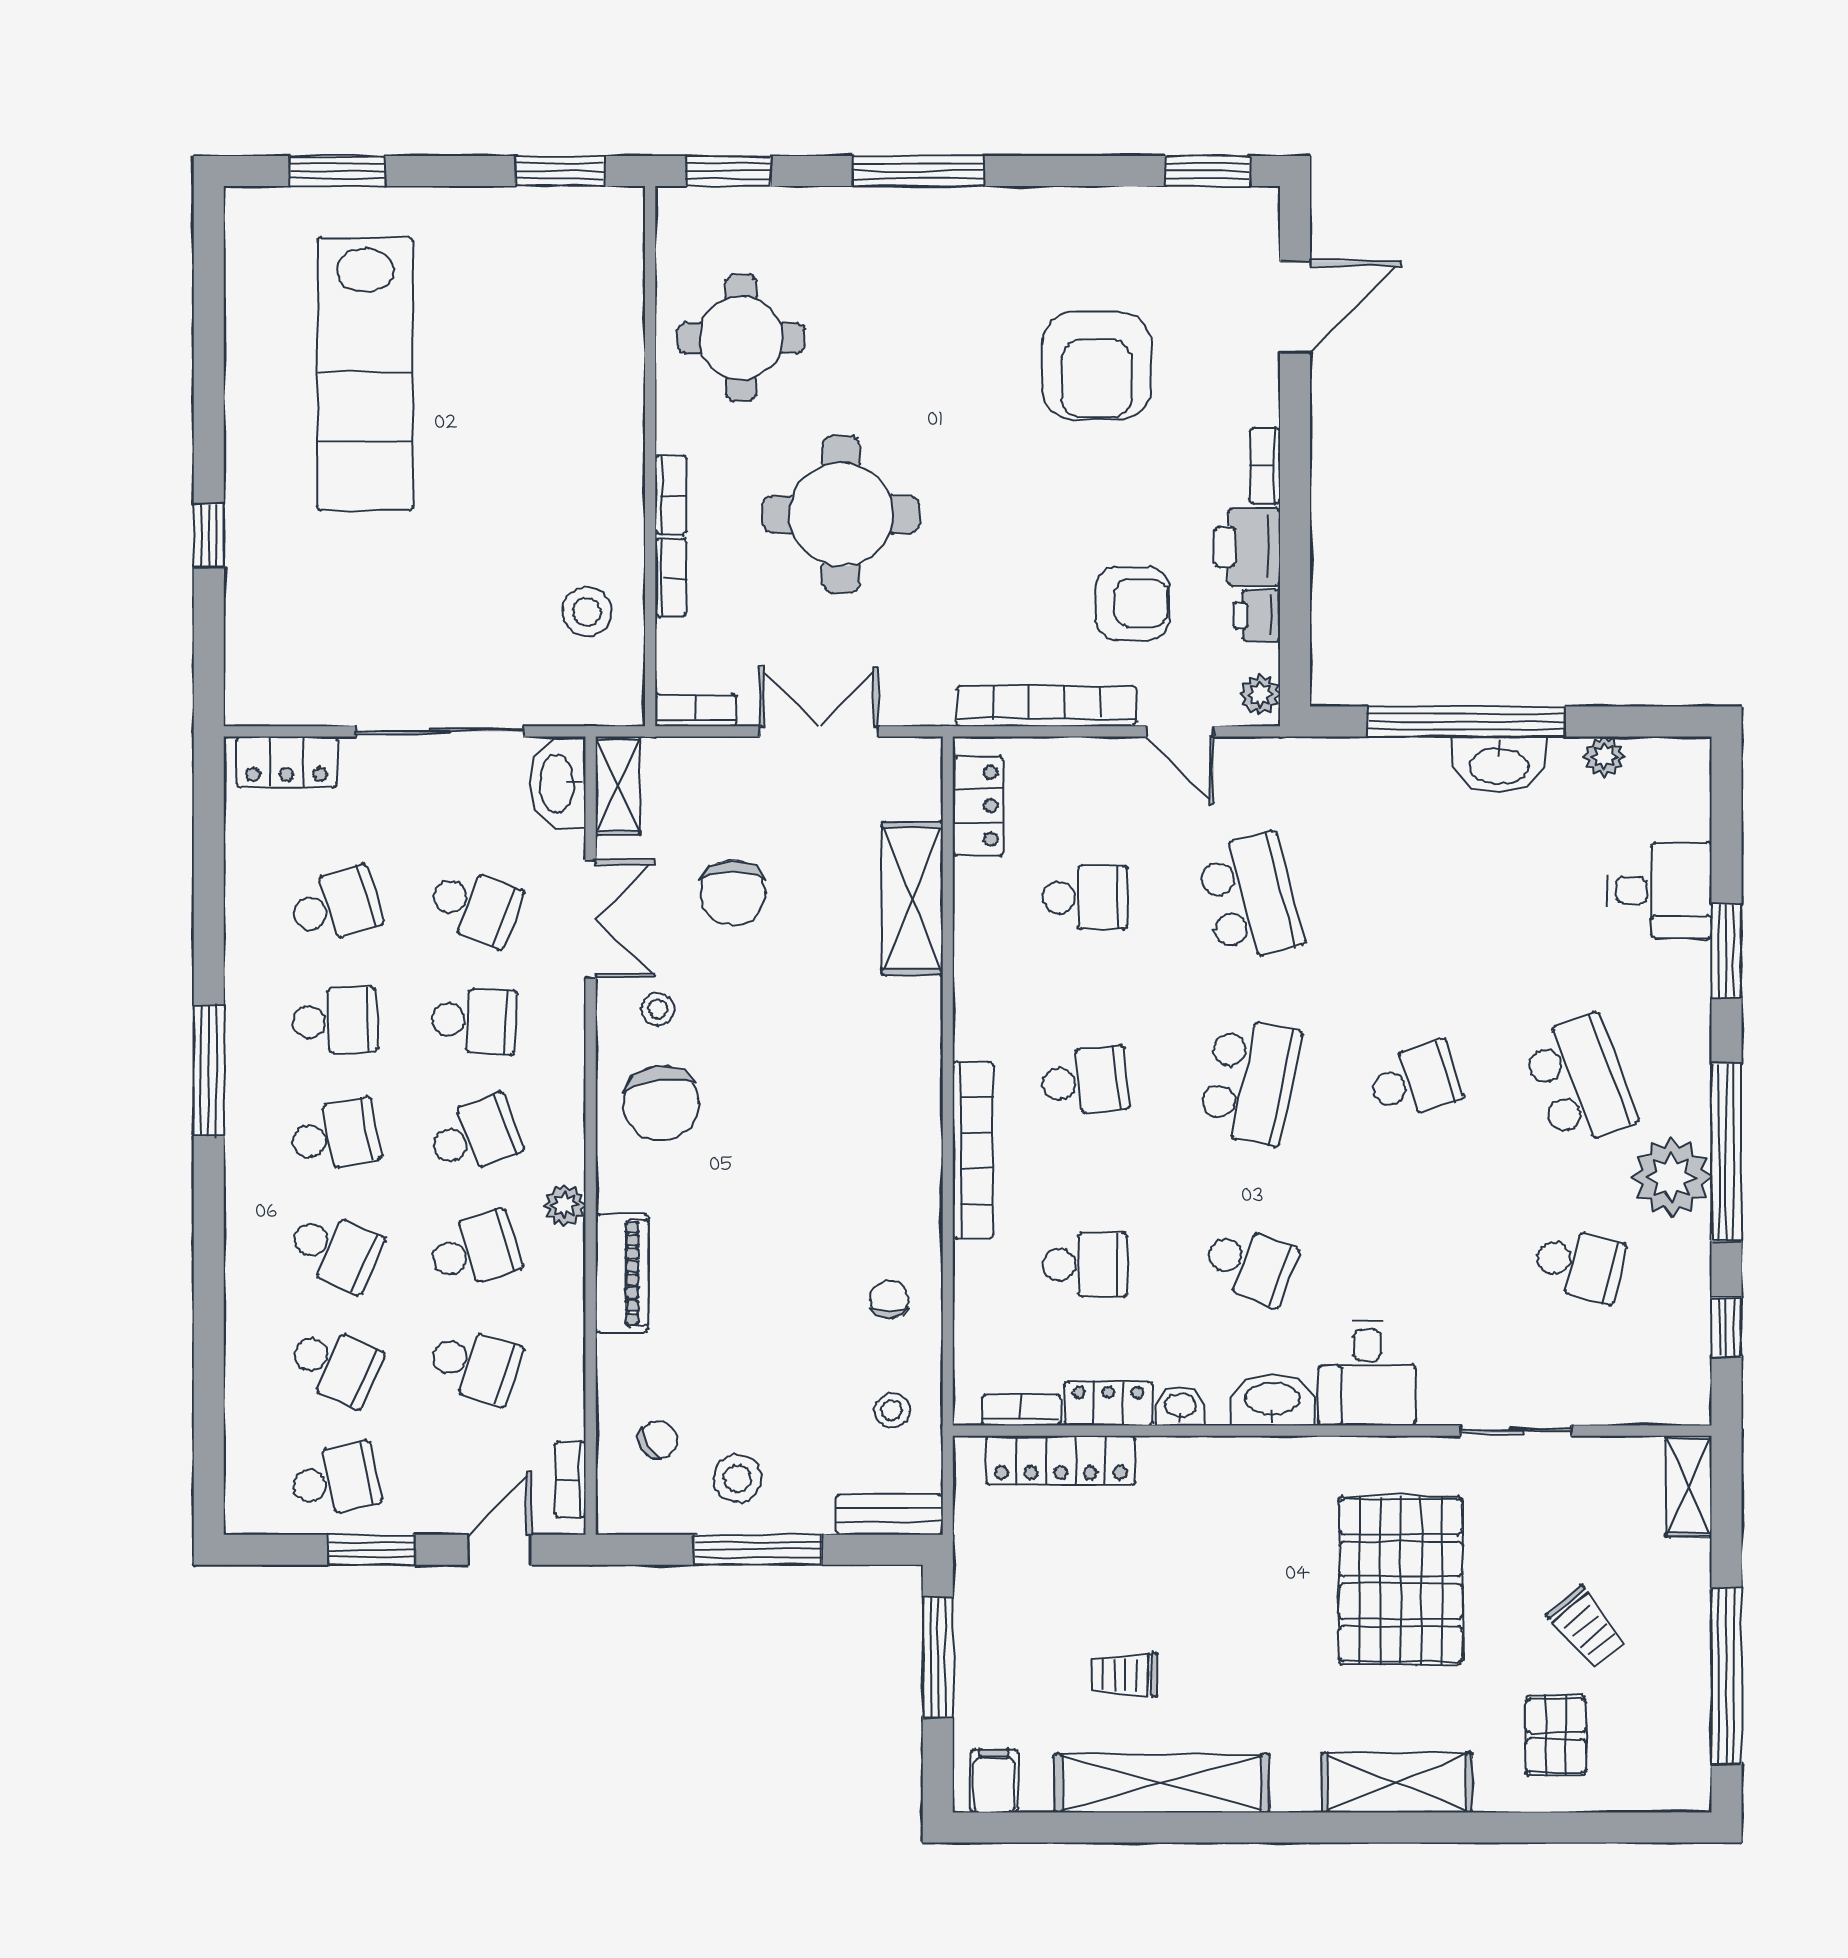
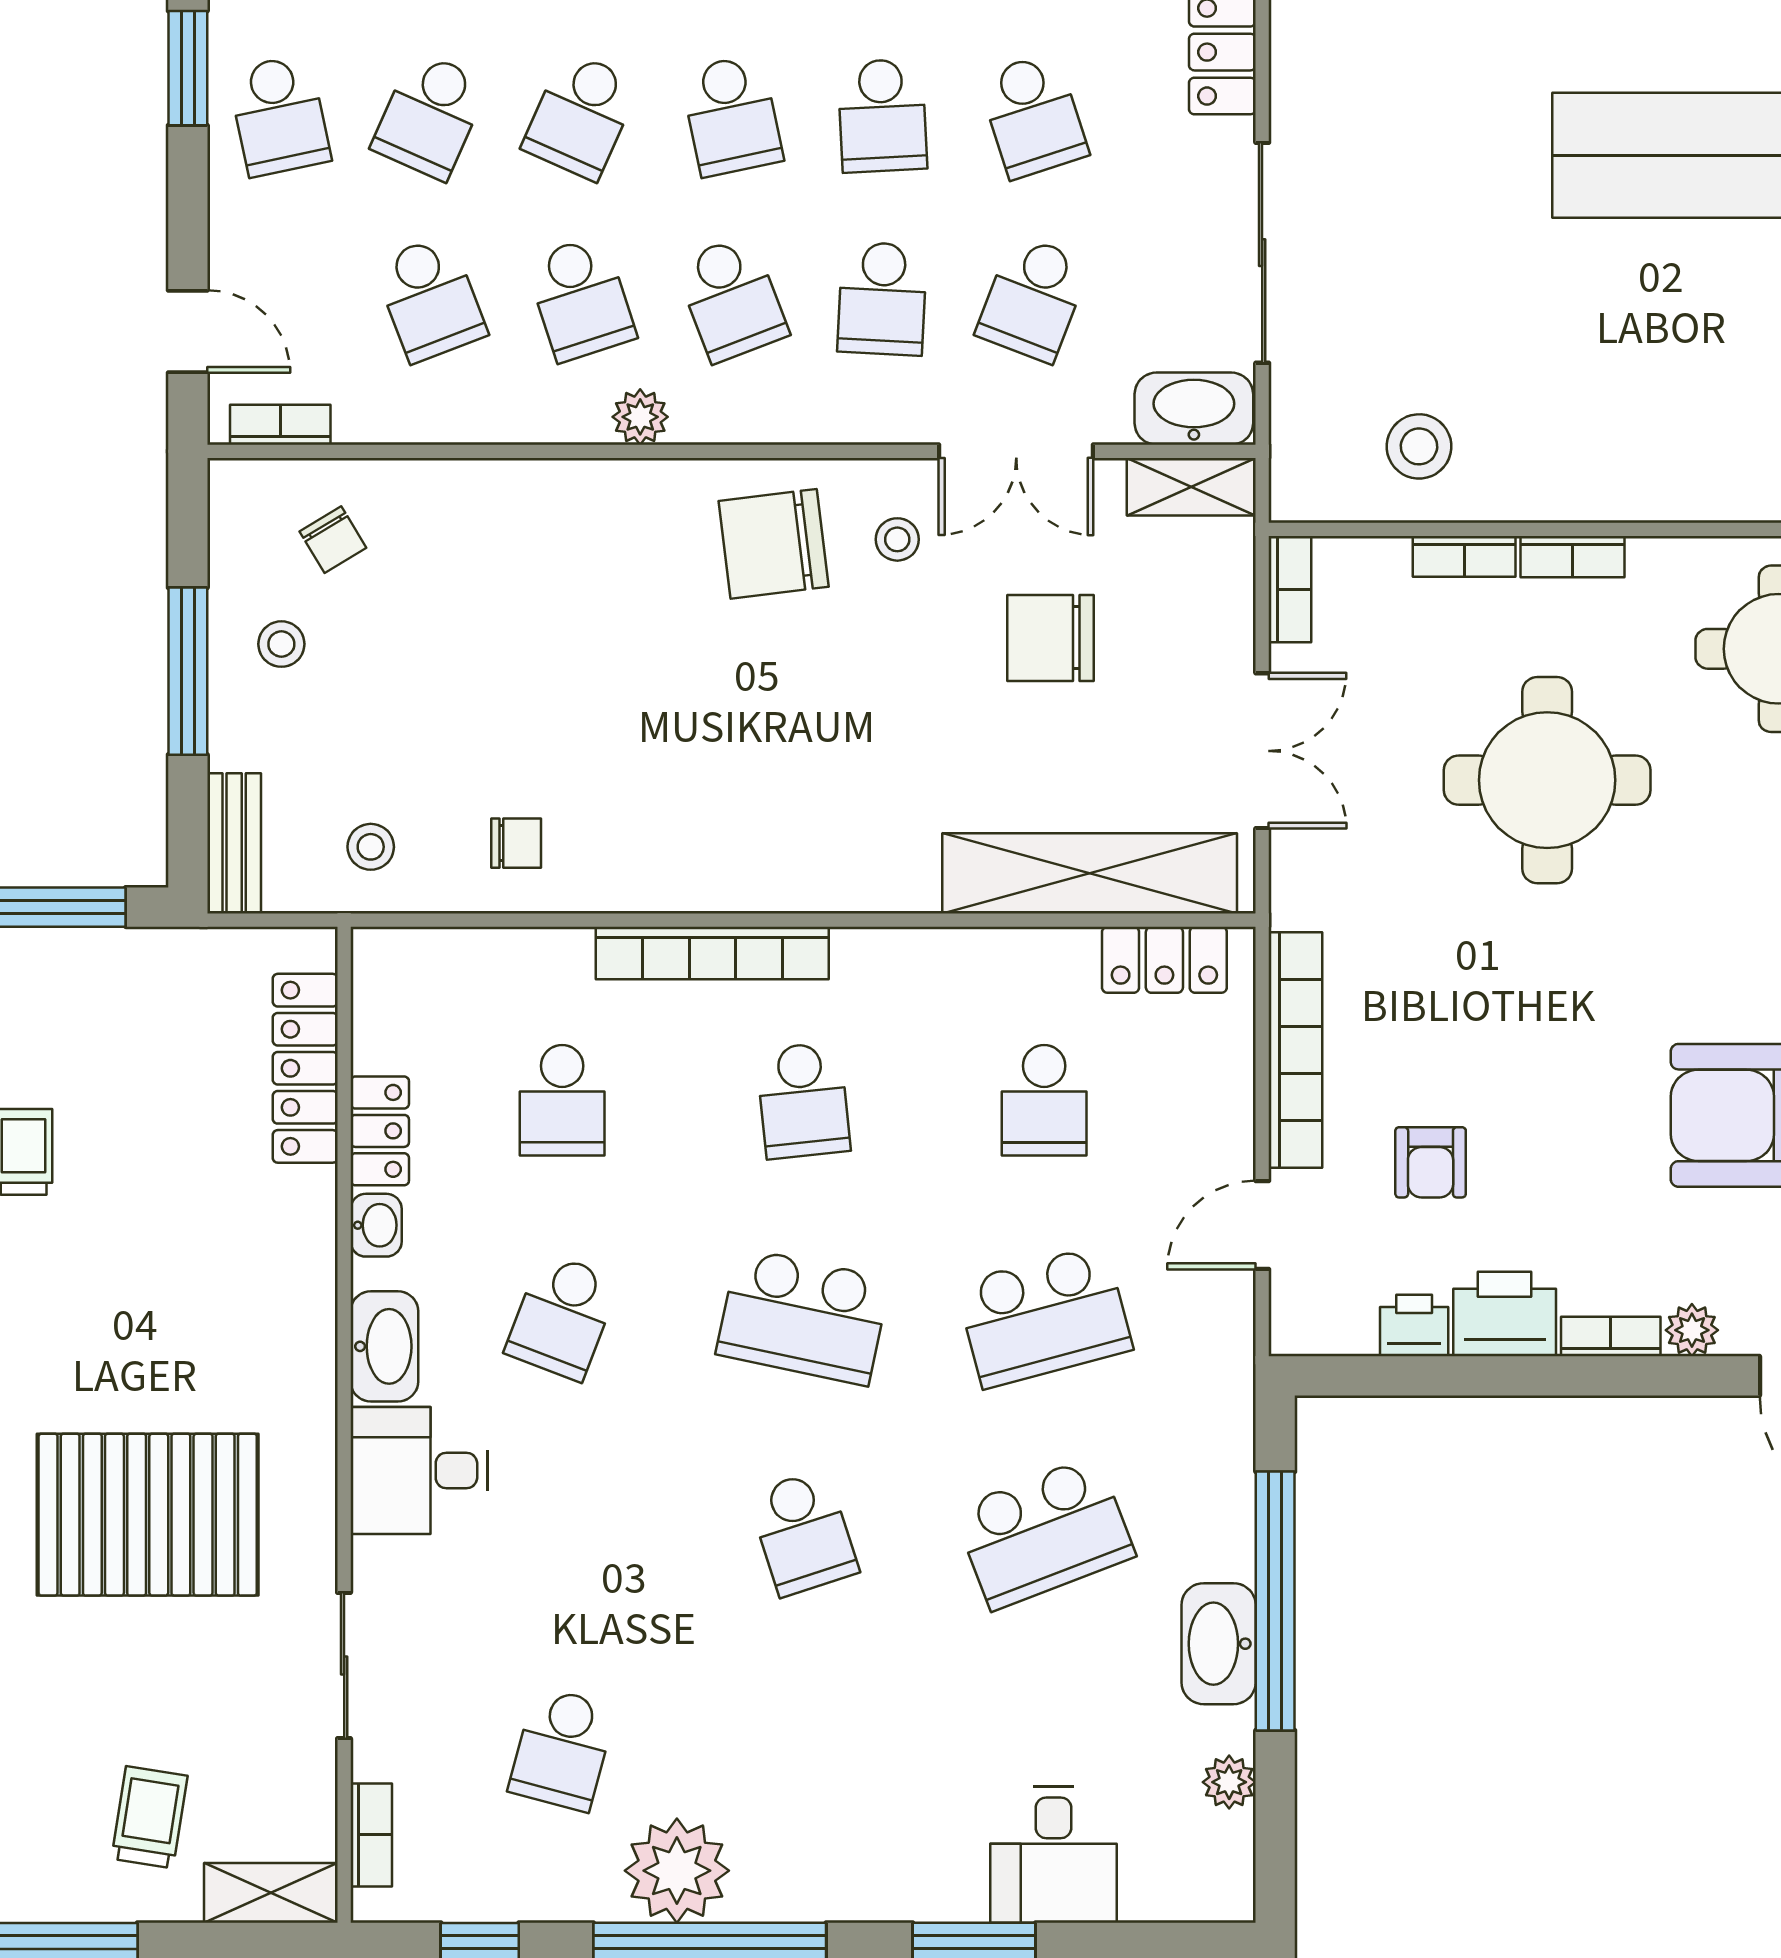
armchair: (1132, 603) -> (1431, 1162), width x0.72, depth x0.72
plant: (1260, 694) -> (1692, 1330), moved
shelving: (912, 899) -> (1090, 873), width x1.47
school desk: (1579, 1081) -> (1044, 1533), moved
piano: (622, 1273) -> (551, 493), removed
school desk: (474, 1365) -> (430, 299), turned -39
bookcase: (1021, 1410) -> (371, 1835), moved
stool: (738, 1478) -> (281, 644), width x0.73, depth x0.73
window: (372, 1550) -> (188, 68), moved
trolley: (1587, 1627) -> (149, 1817), moved, turned 139

